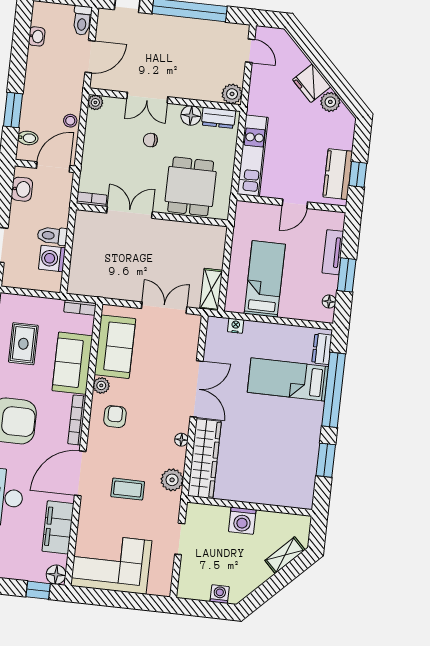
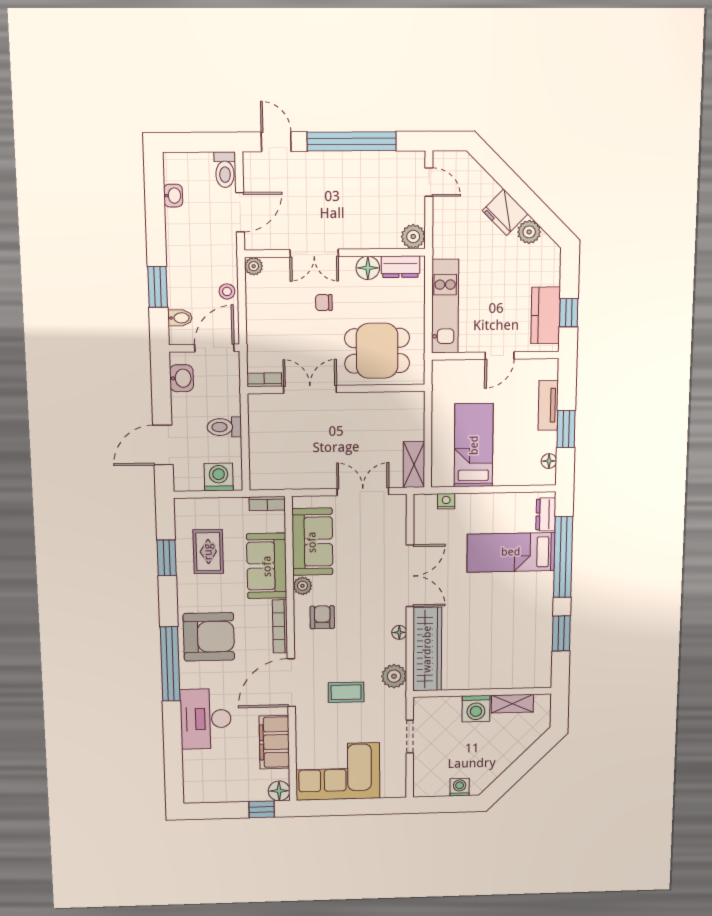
dining table: (191, 186) -> (377, 351), turned 90
washing machine: (52, 259) -> (219, 477), moved, turned 90
shelving: (285, 555) -> (512, 704), moved, turned 45

